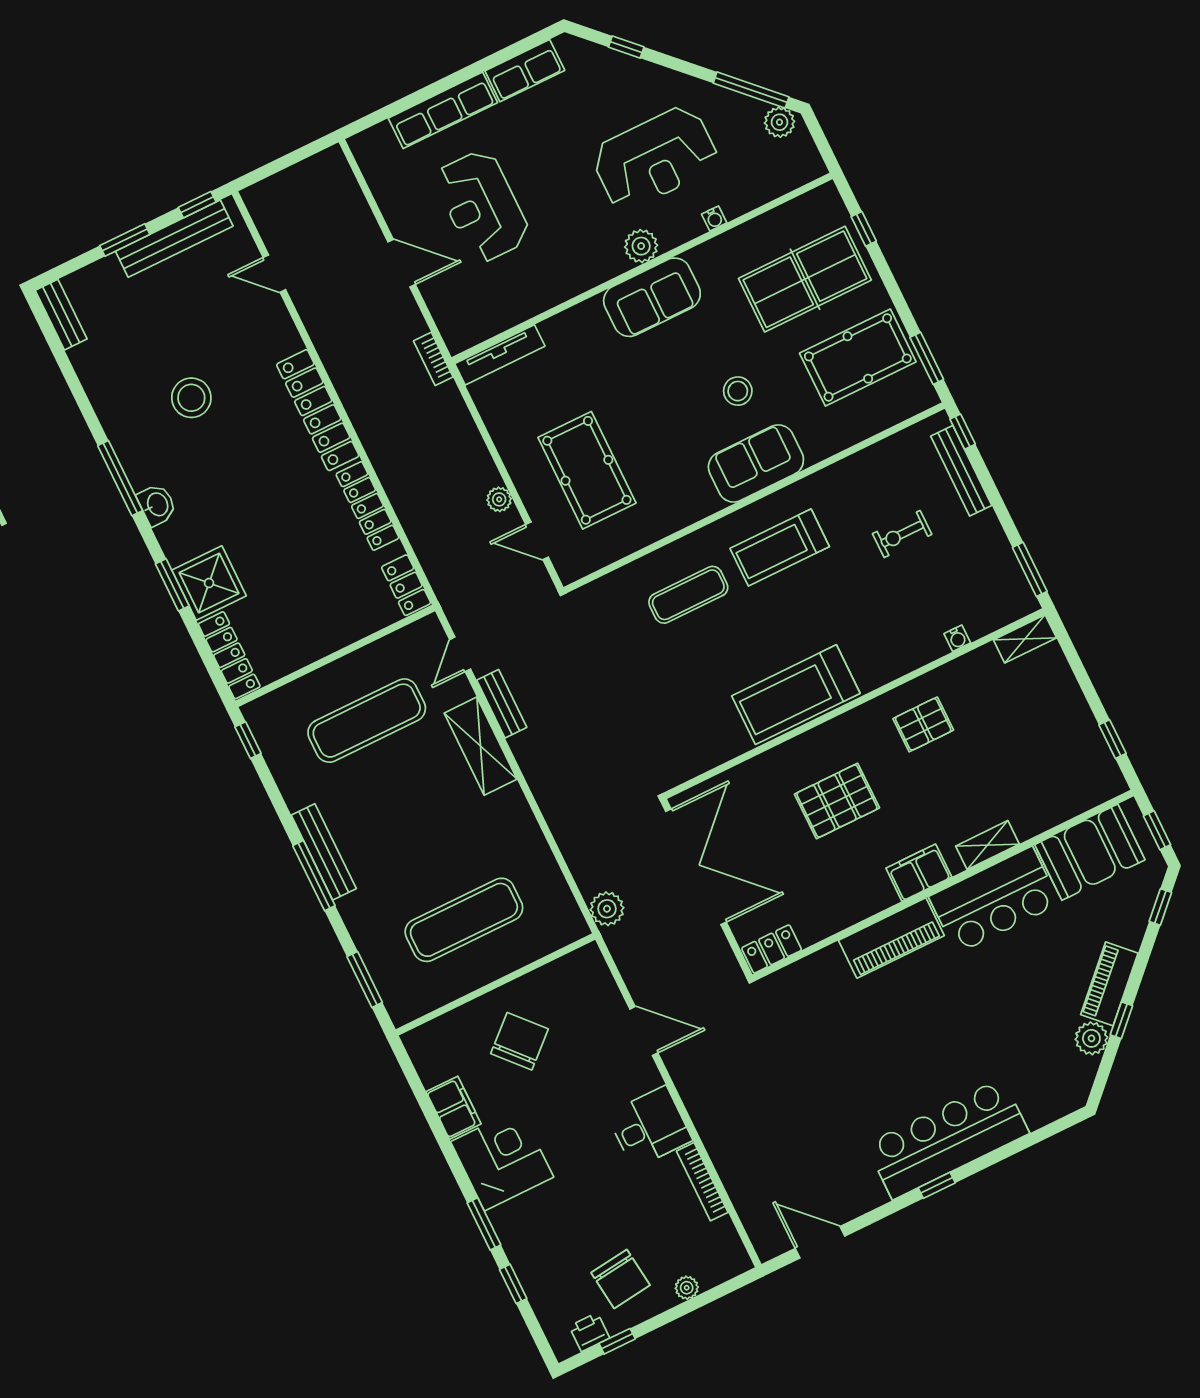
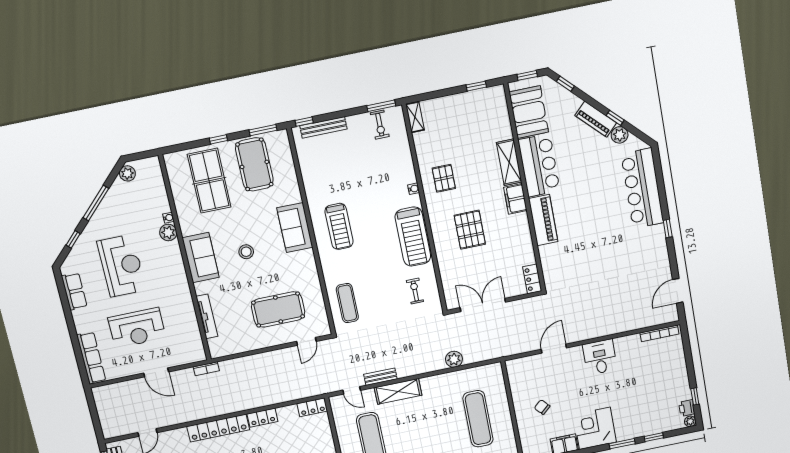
window: (751, 90) -> (96, 203), moved
row of seats: (443, 110) -> (91, 358), moved
reception desk: (655, 158) -> (122, 266), moved
window: (864, 229) -> (218, 139), moved
plant: (641, 246) -> (168, 232), moved
door: (402, 263) -> (156, 372), swing flipped
tv unit: (500, 355) -> (207, 316), moved
stool: (738, 391) -> (246, 252), moved
plant: (499, 499) -> (282, 354), removed
locker: (367, 506) -> (262, 418), width x0.66
exercise bike: (902, 534) -> (380, 125), moved
exercise mat: (688, 595) -> (347, 303), moved
water cooler: (957, 638) -> (414, 189), moved
exercise bike: (690, 727) -> (415, 291), added
shelving: (987, 845) -> (509, 162), width x1.50, depth x1.33
double door: (696, 867) -> (483, 305), width x0.73
plant: (607, 909) -> (454, 359), moved
chair: (519, 1041) -> (542, 407), width x0.54, depth x0.54
bar counter: (947, 1139) -> (642, 188), moved
bookcase: (702, 1182) -> (660, 333), moved
chair: (620, 1279) -> (666, 388), removed
plant: (687, 1288) -> (690, 421), moved

